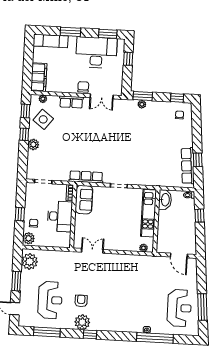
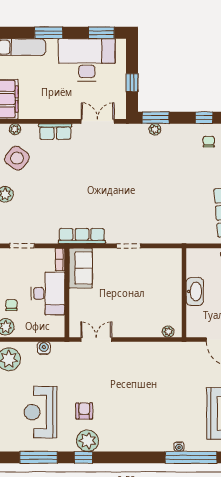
window: (128, 59) -> (132, 83), moved
chair: (83, 87) -> (71, 109), removed
double door: (102, 96) -> (98, 121), swing flipped
washbasin: (165, 200) -> (195, 291), moved
kitchen unit: (148, 213) -> (172, 282), removed
water cooler: (55, 255) -> (44, 348), added
reception desk: (50, 300) -> (40, 412), turned 180
window: (90, 334) -> (83, 457), moved

